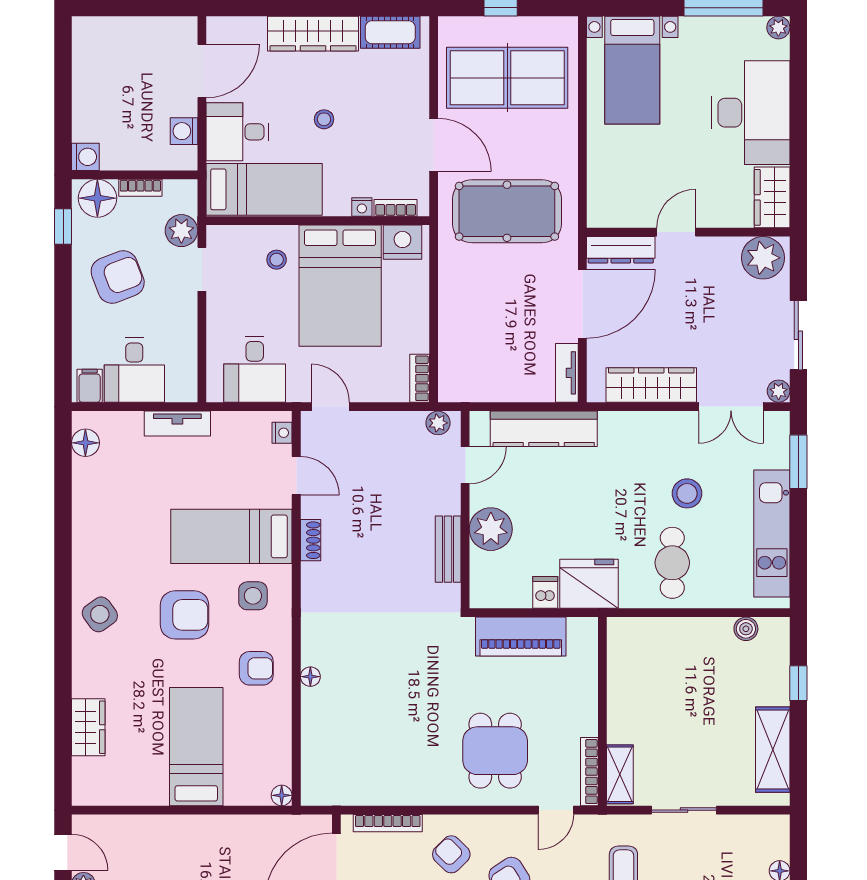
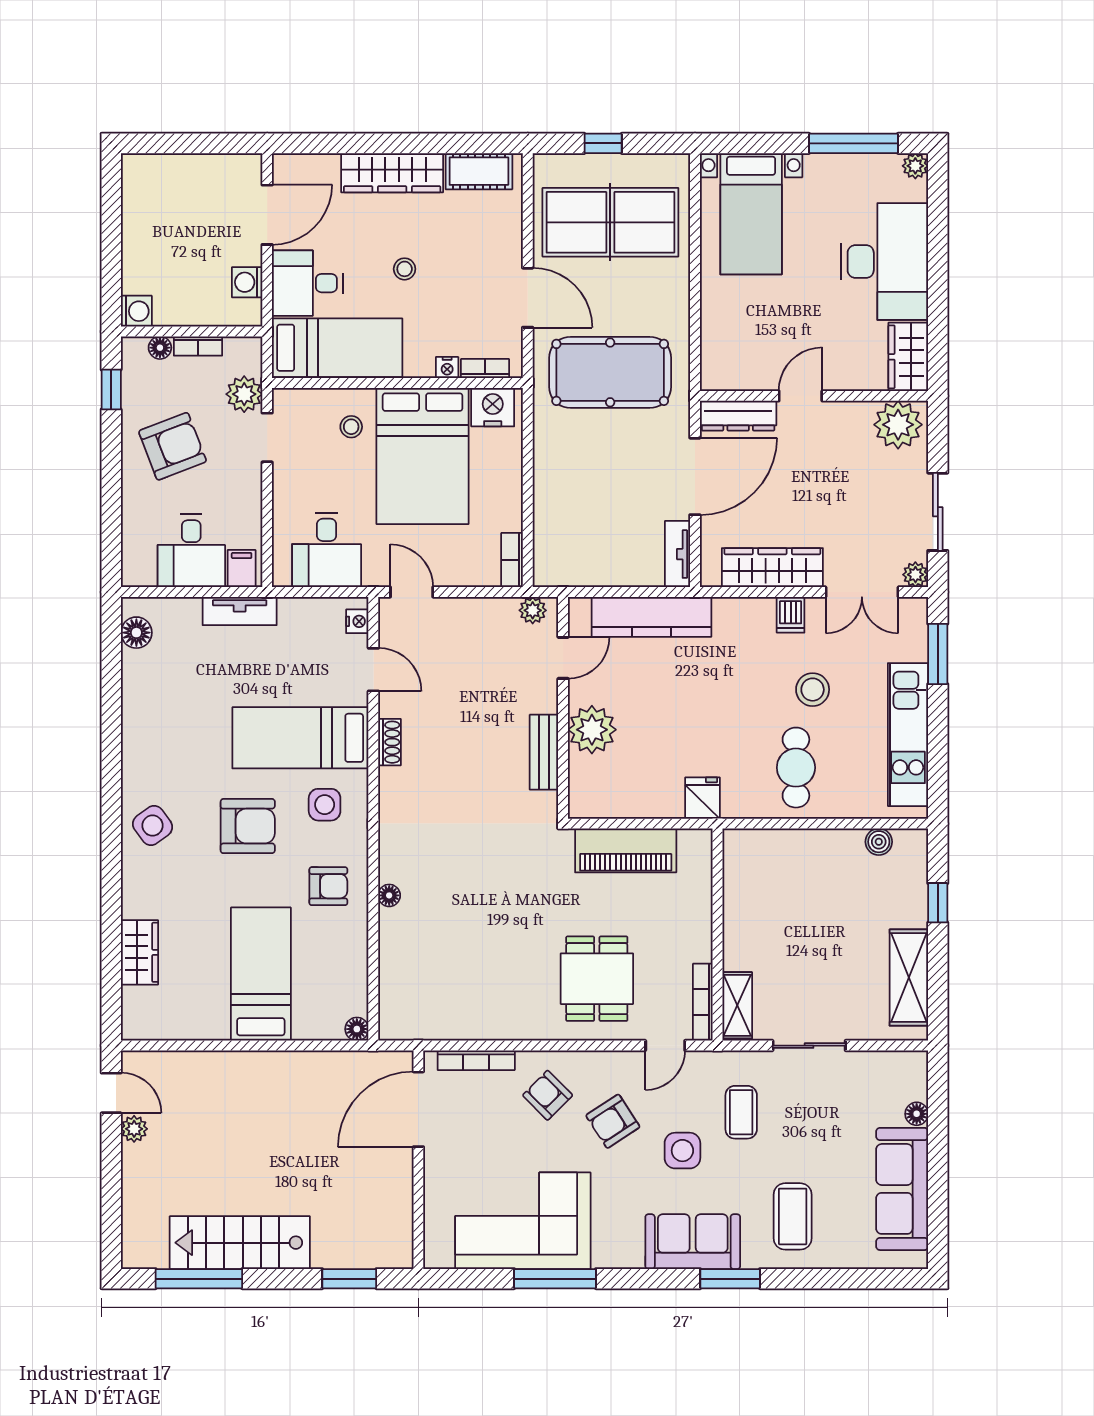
floor lamp: (97, 198) -> (160, 348), width x0.53, depth x0.53
filing cabinet: (90, 386) -> (242, 569), moved
fridge: (589, 584) -> (702, 798), width x0.53, depth x0.75
dishwasher: (545, 592) -> (791, 615), moved, turned 180

